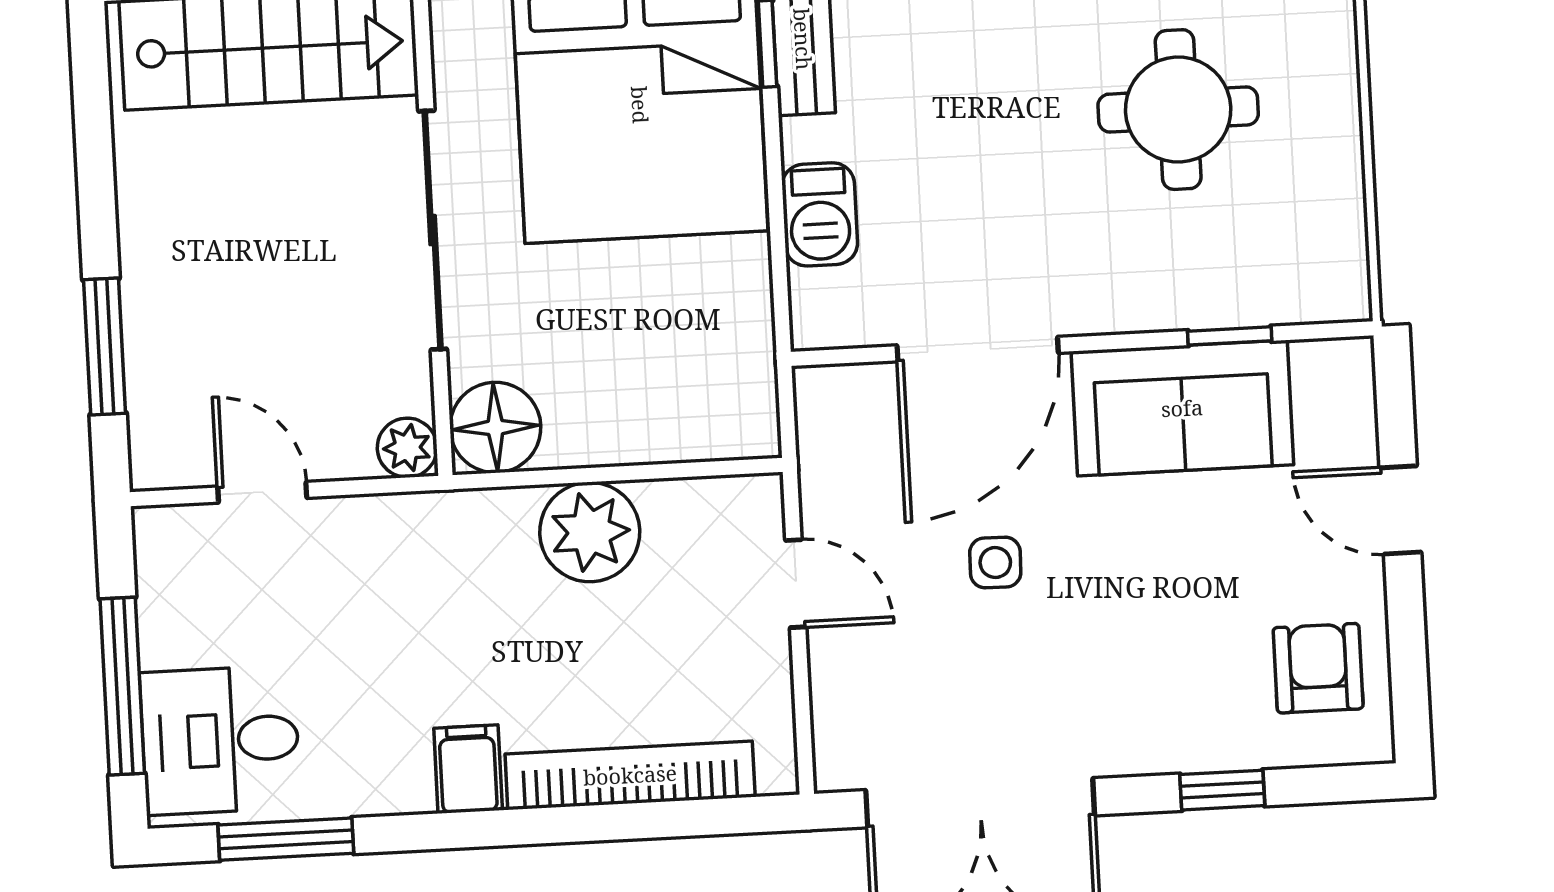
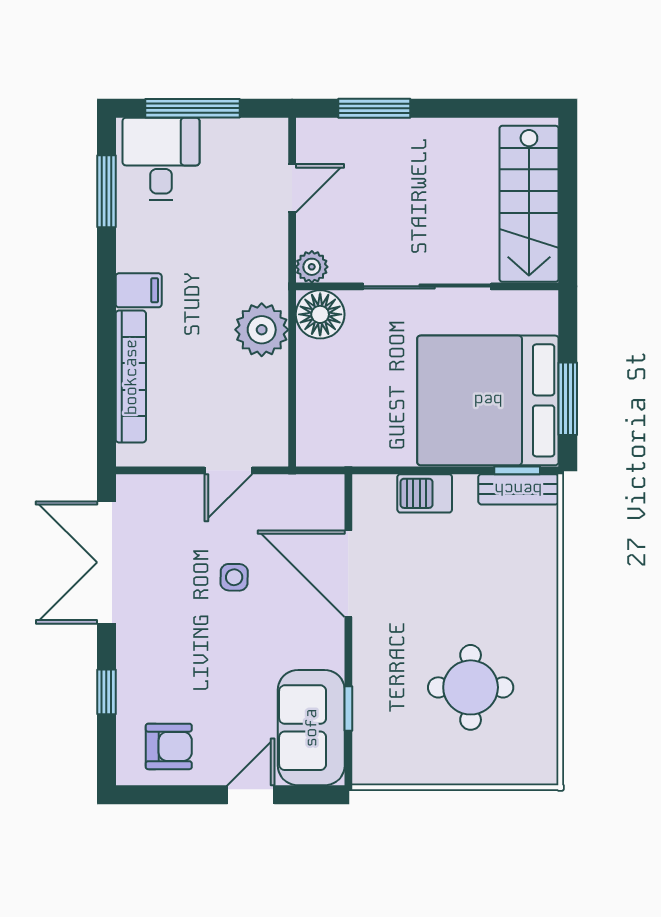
sofa: (1182, 408) -> (311, 728), moved
plant: (590, 532) -> (262, 330), moved

